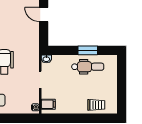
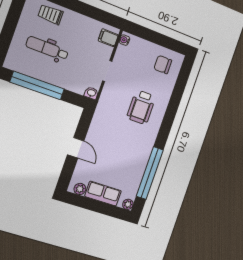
window: (88, 50) -> (37, 86), width x2.11
dental chair: (88, 67) -> (47, 48), moved

